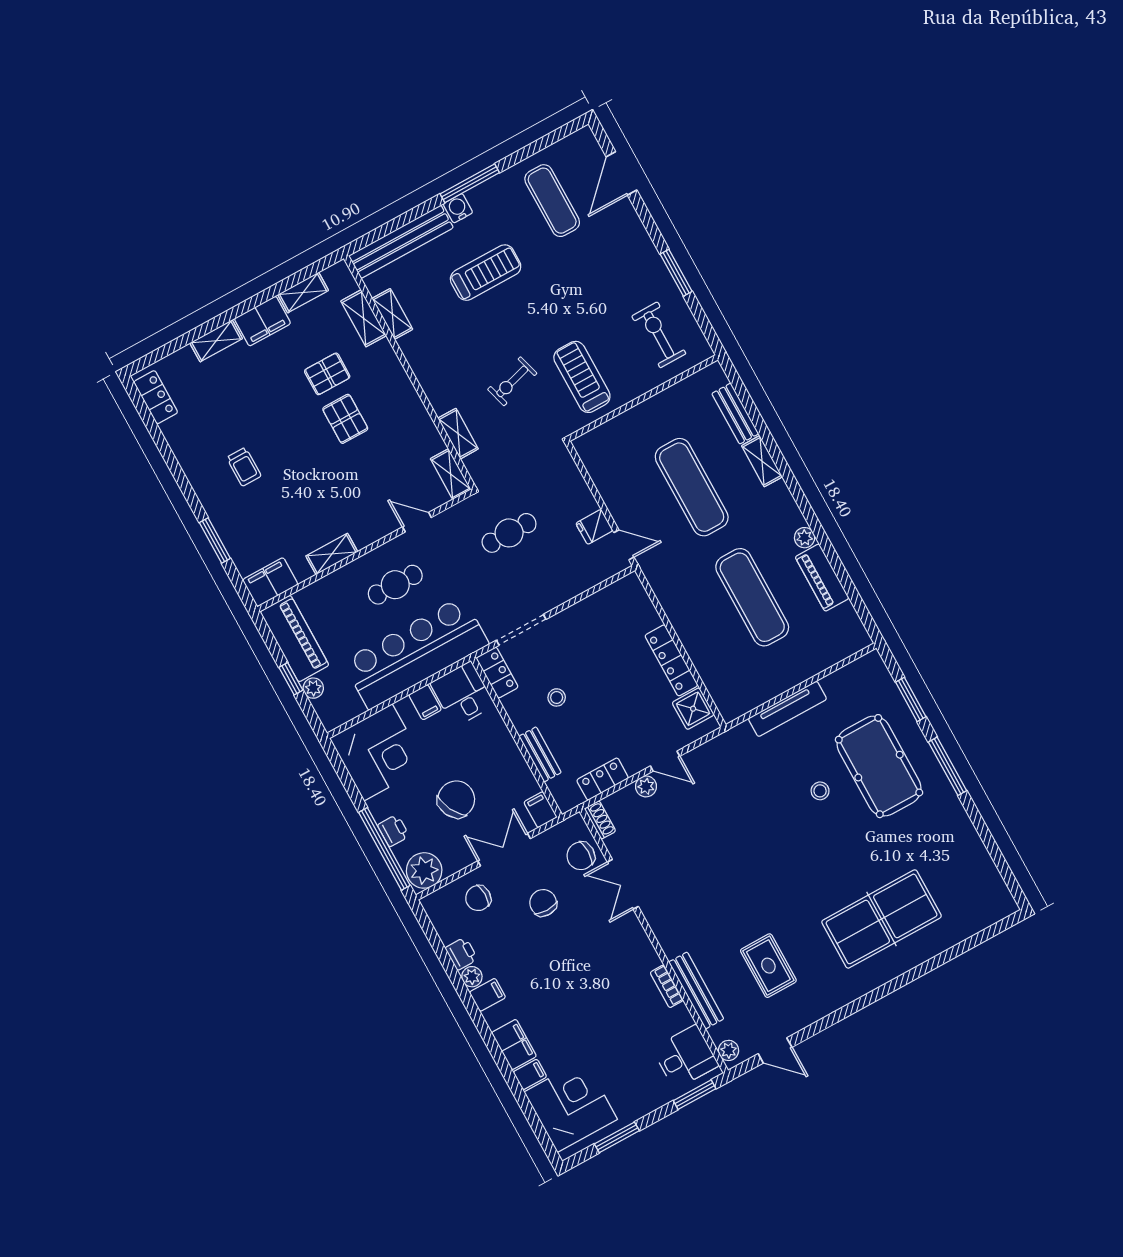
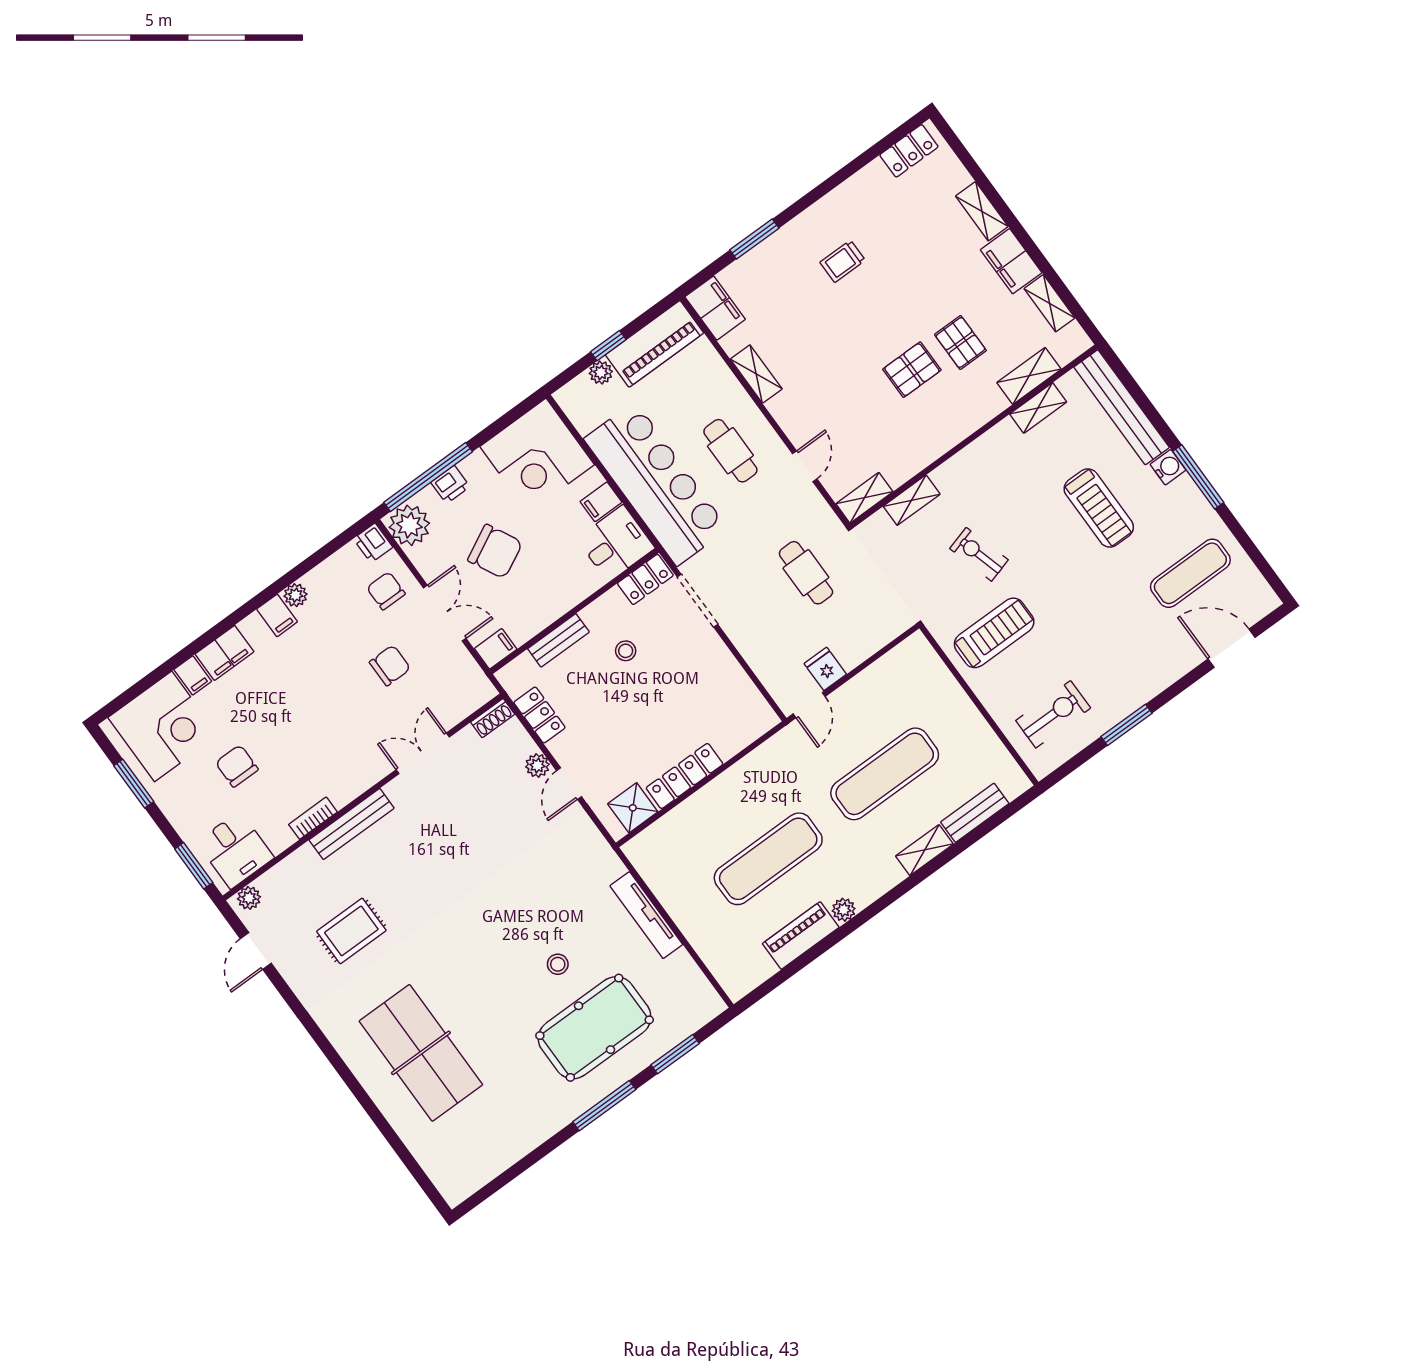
chair: (581, 856) -> (237, 766), moved
printer: (461, 954) -> (373, 543), moved, turned 90
bench: (696, 990) -> (352, 824), moved

